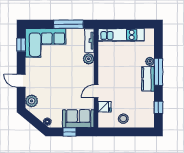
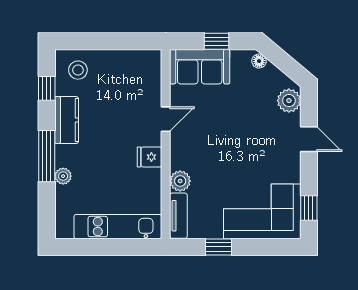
window: (68, 24) -> (219, 247), width x0.46
kitchen counter: (148, 79) -> (67, 120), moved
fridge: (105, 107) -> (149, 157), moved
stool: (123, 119) -> (78, 70), moved

